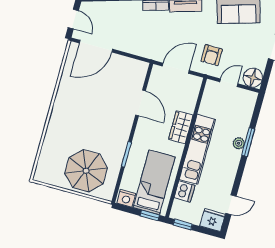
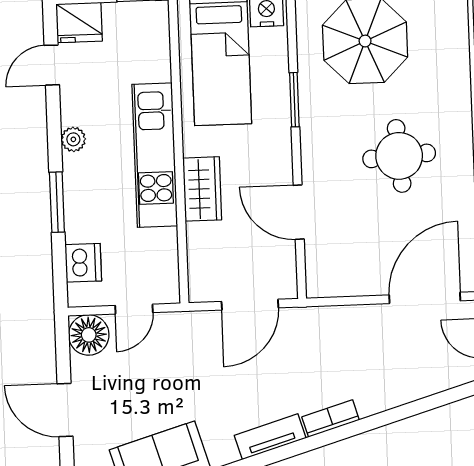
armchair: (212, 55) -> (186, 354), removed
round table: (87, 114) -> (399, 156), added
plant: (239, 143) -> (73, 139), moved
dishwasher: (184, 191) -> (83, 263), moved, turned 180

